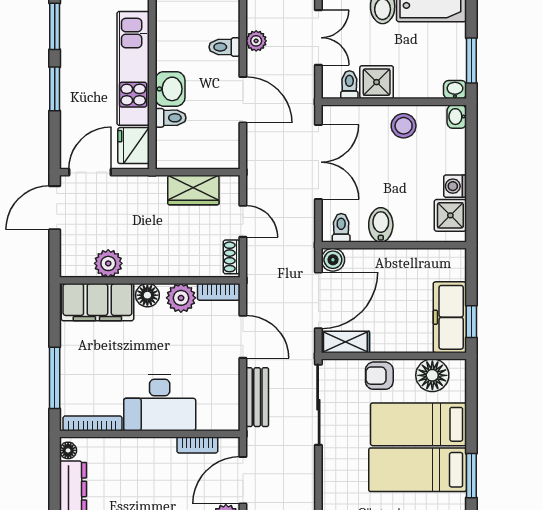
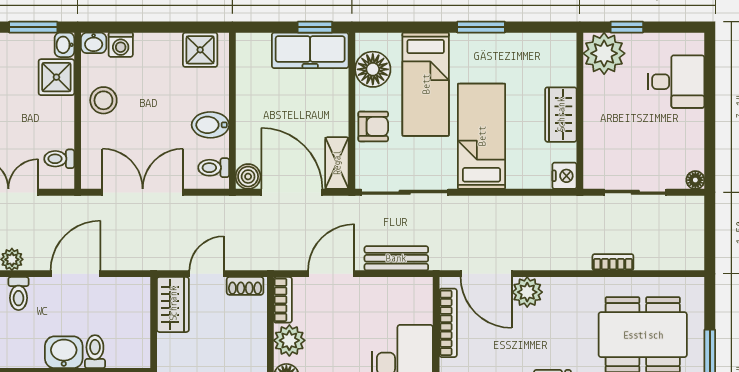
shower: (377, 82) -> (56, 77), moved
washing machine: (455, 186) -> (121, 45), moved
wardrobe: (193, 190) -> (173, 304), moved
armchair: (379, 376) -> (373, 126), turned -90
bookcase: (197, 445) -> (448, 323), width x1.56
bed: (418, 470) -> (482, 136), moved, turned 180

